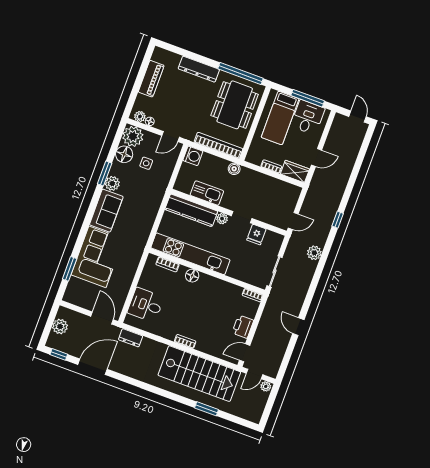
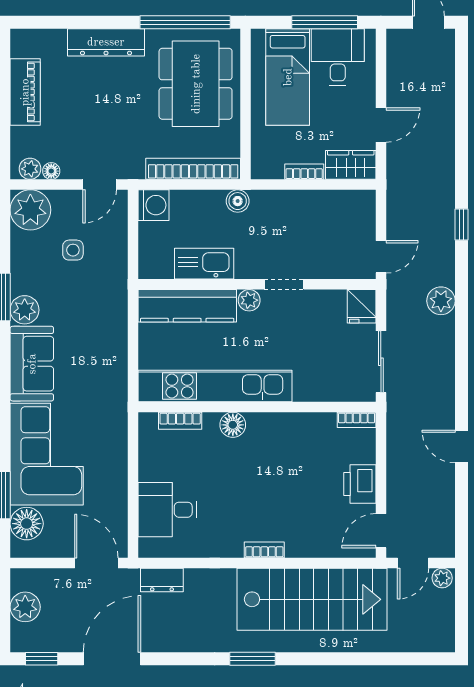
floor lamp: (124, 154) -> (27, 524), moved
fridge: (256, 235) -> (362, 306), moved
window: (206, 409) -> (253, 659), moved

